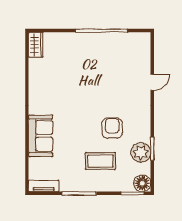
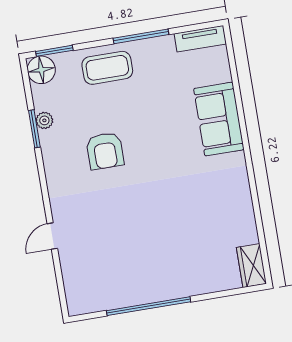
plant: (141, 153) -> (44, 120), width x0.53, depth x0.53
coffee table: (100, 161) -> (107, 68), moved

